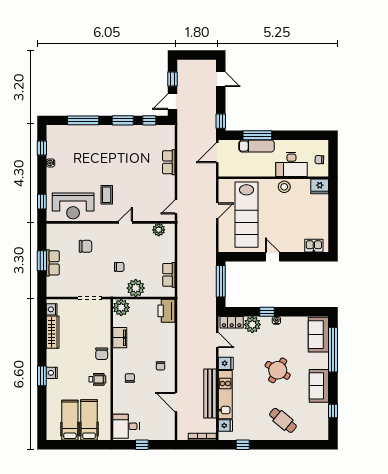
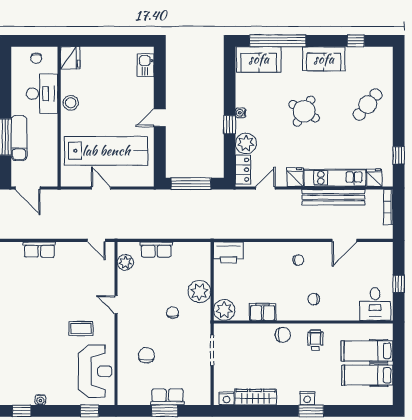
row of seats: (169, 275) -> (156, 250), moved

